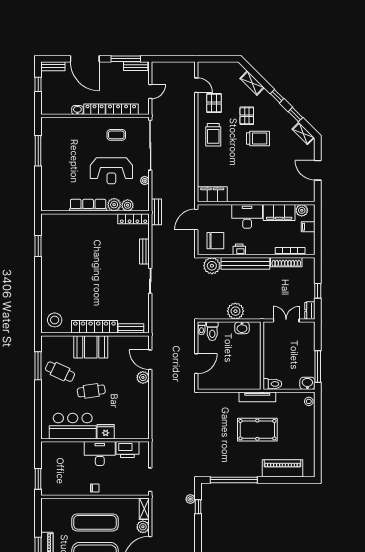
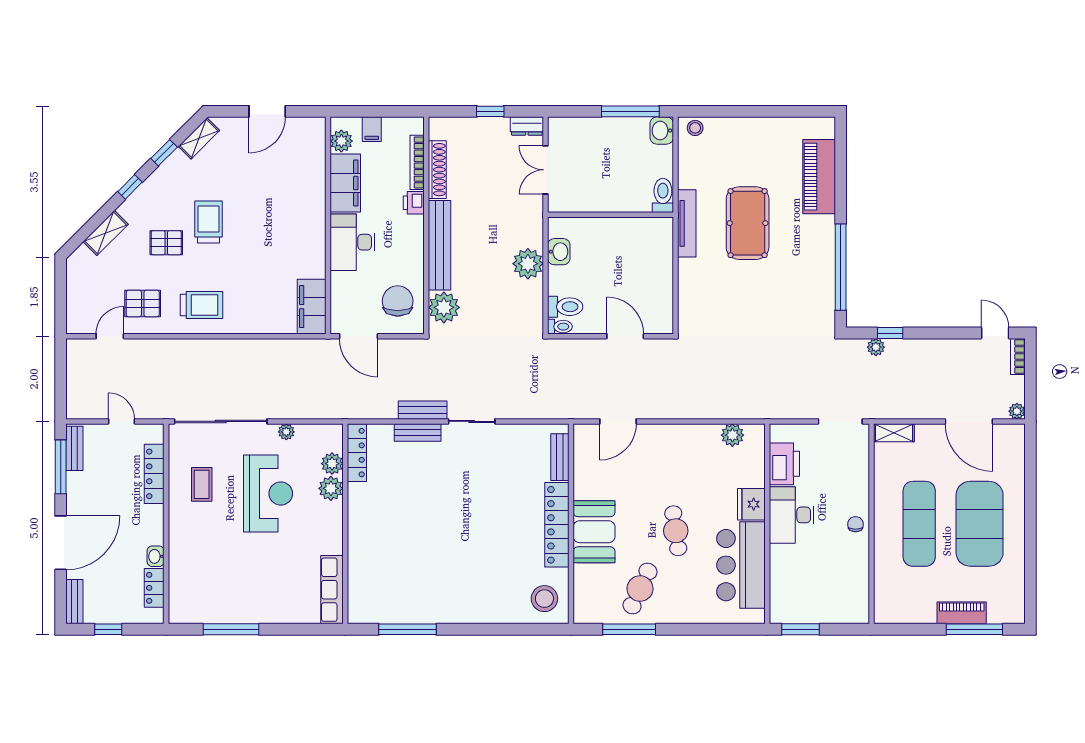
locker: (94, 109) -> (154, 588), moved
row of seats: (88, 205) -> (332, 590), moved
bench: (156, 212) -> (423, 410), moved
window: (38, 246) -> (408, 629), width x1.44
printer: (239, 249) -> (414, 203), moved
plant: (143, 377) -> (732, 435), moved
window: (38, 479) -> (801, 629), moved
plant: (143, 527) -> (927, 435), removed

